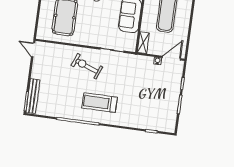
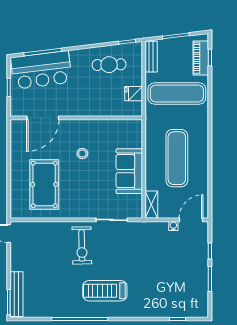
exercise bike: (87, 66) -> (82, 245), turned -112

